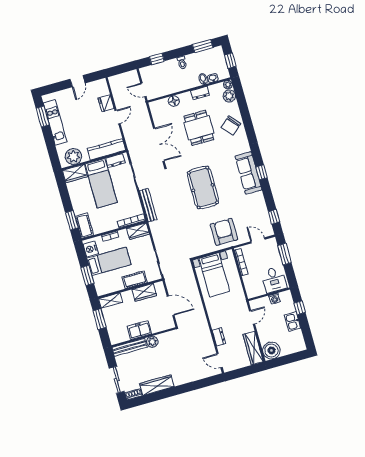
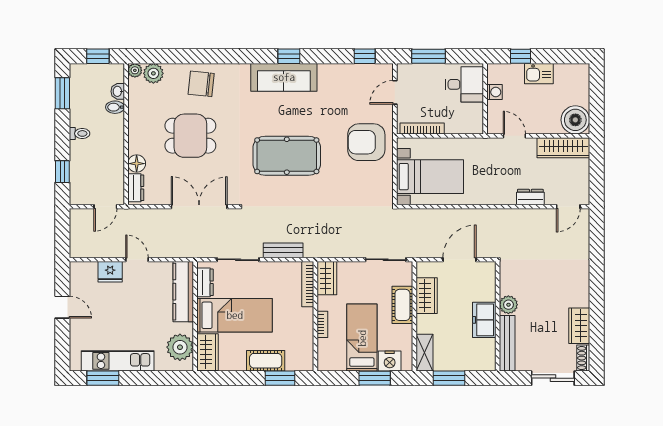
dresser: (200, 93) -> (136, 188), moved
chair: (231, 126) -> (201, 84), turned 137
bench: (148, 205) -> (283, 250), width x0.73
cot: (84, 226) -> (266, 361), moved
nightstand: (91, 249) -> (390, 361), moved
wardrobe: (157, 385) -> (579, 326), width x0.67

